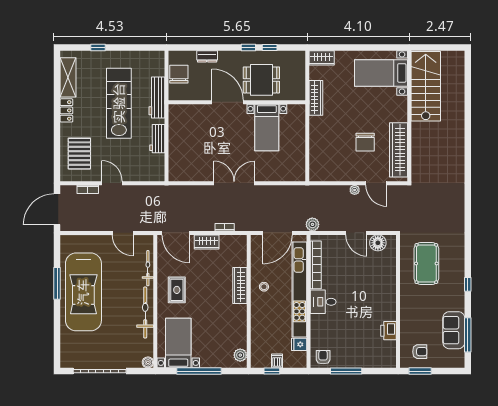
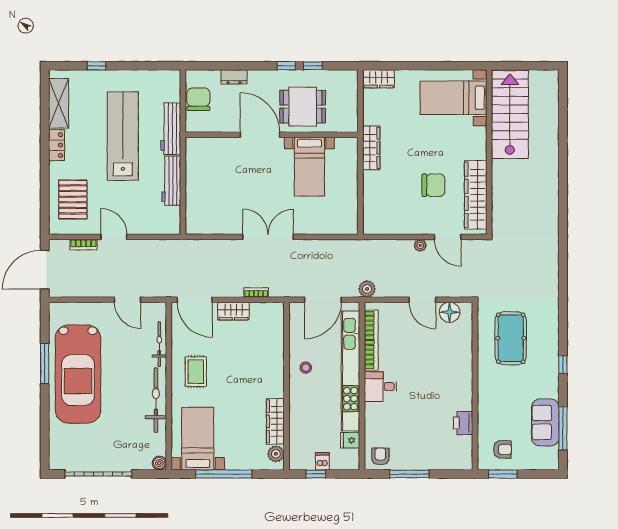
wardrobe: (316, 98) -> (371, 148), moved
workbench: (157, 139) -> (171, 181), width x1.38
chair: (365, 142) -> (433, 185), turned -90
wardrobe: (240, 285) -> (275, 421), moved

